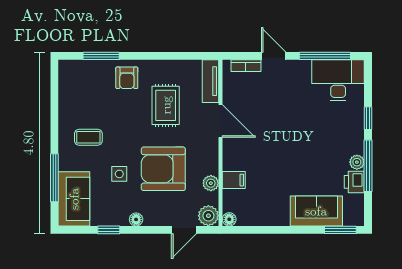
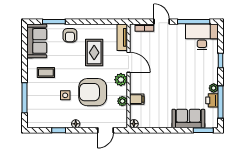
window: (368, 166) -> (221, 102), moved
sofa: (74, 199) -> (37, 41), moved
plant: (208, 216) -> (121, 80), moved

